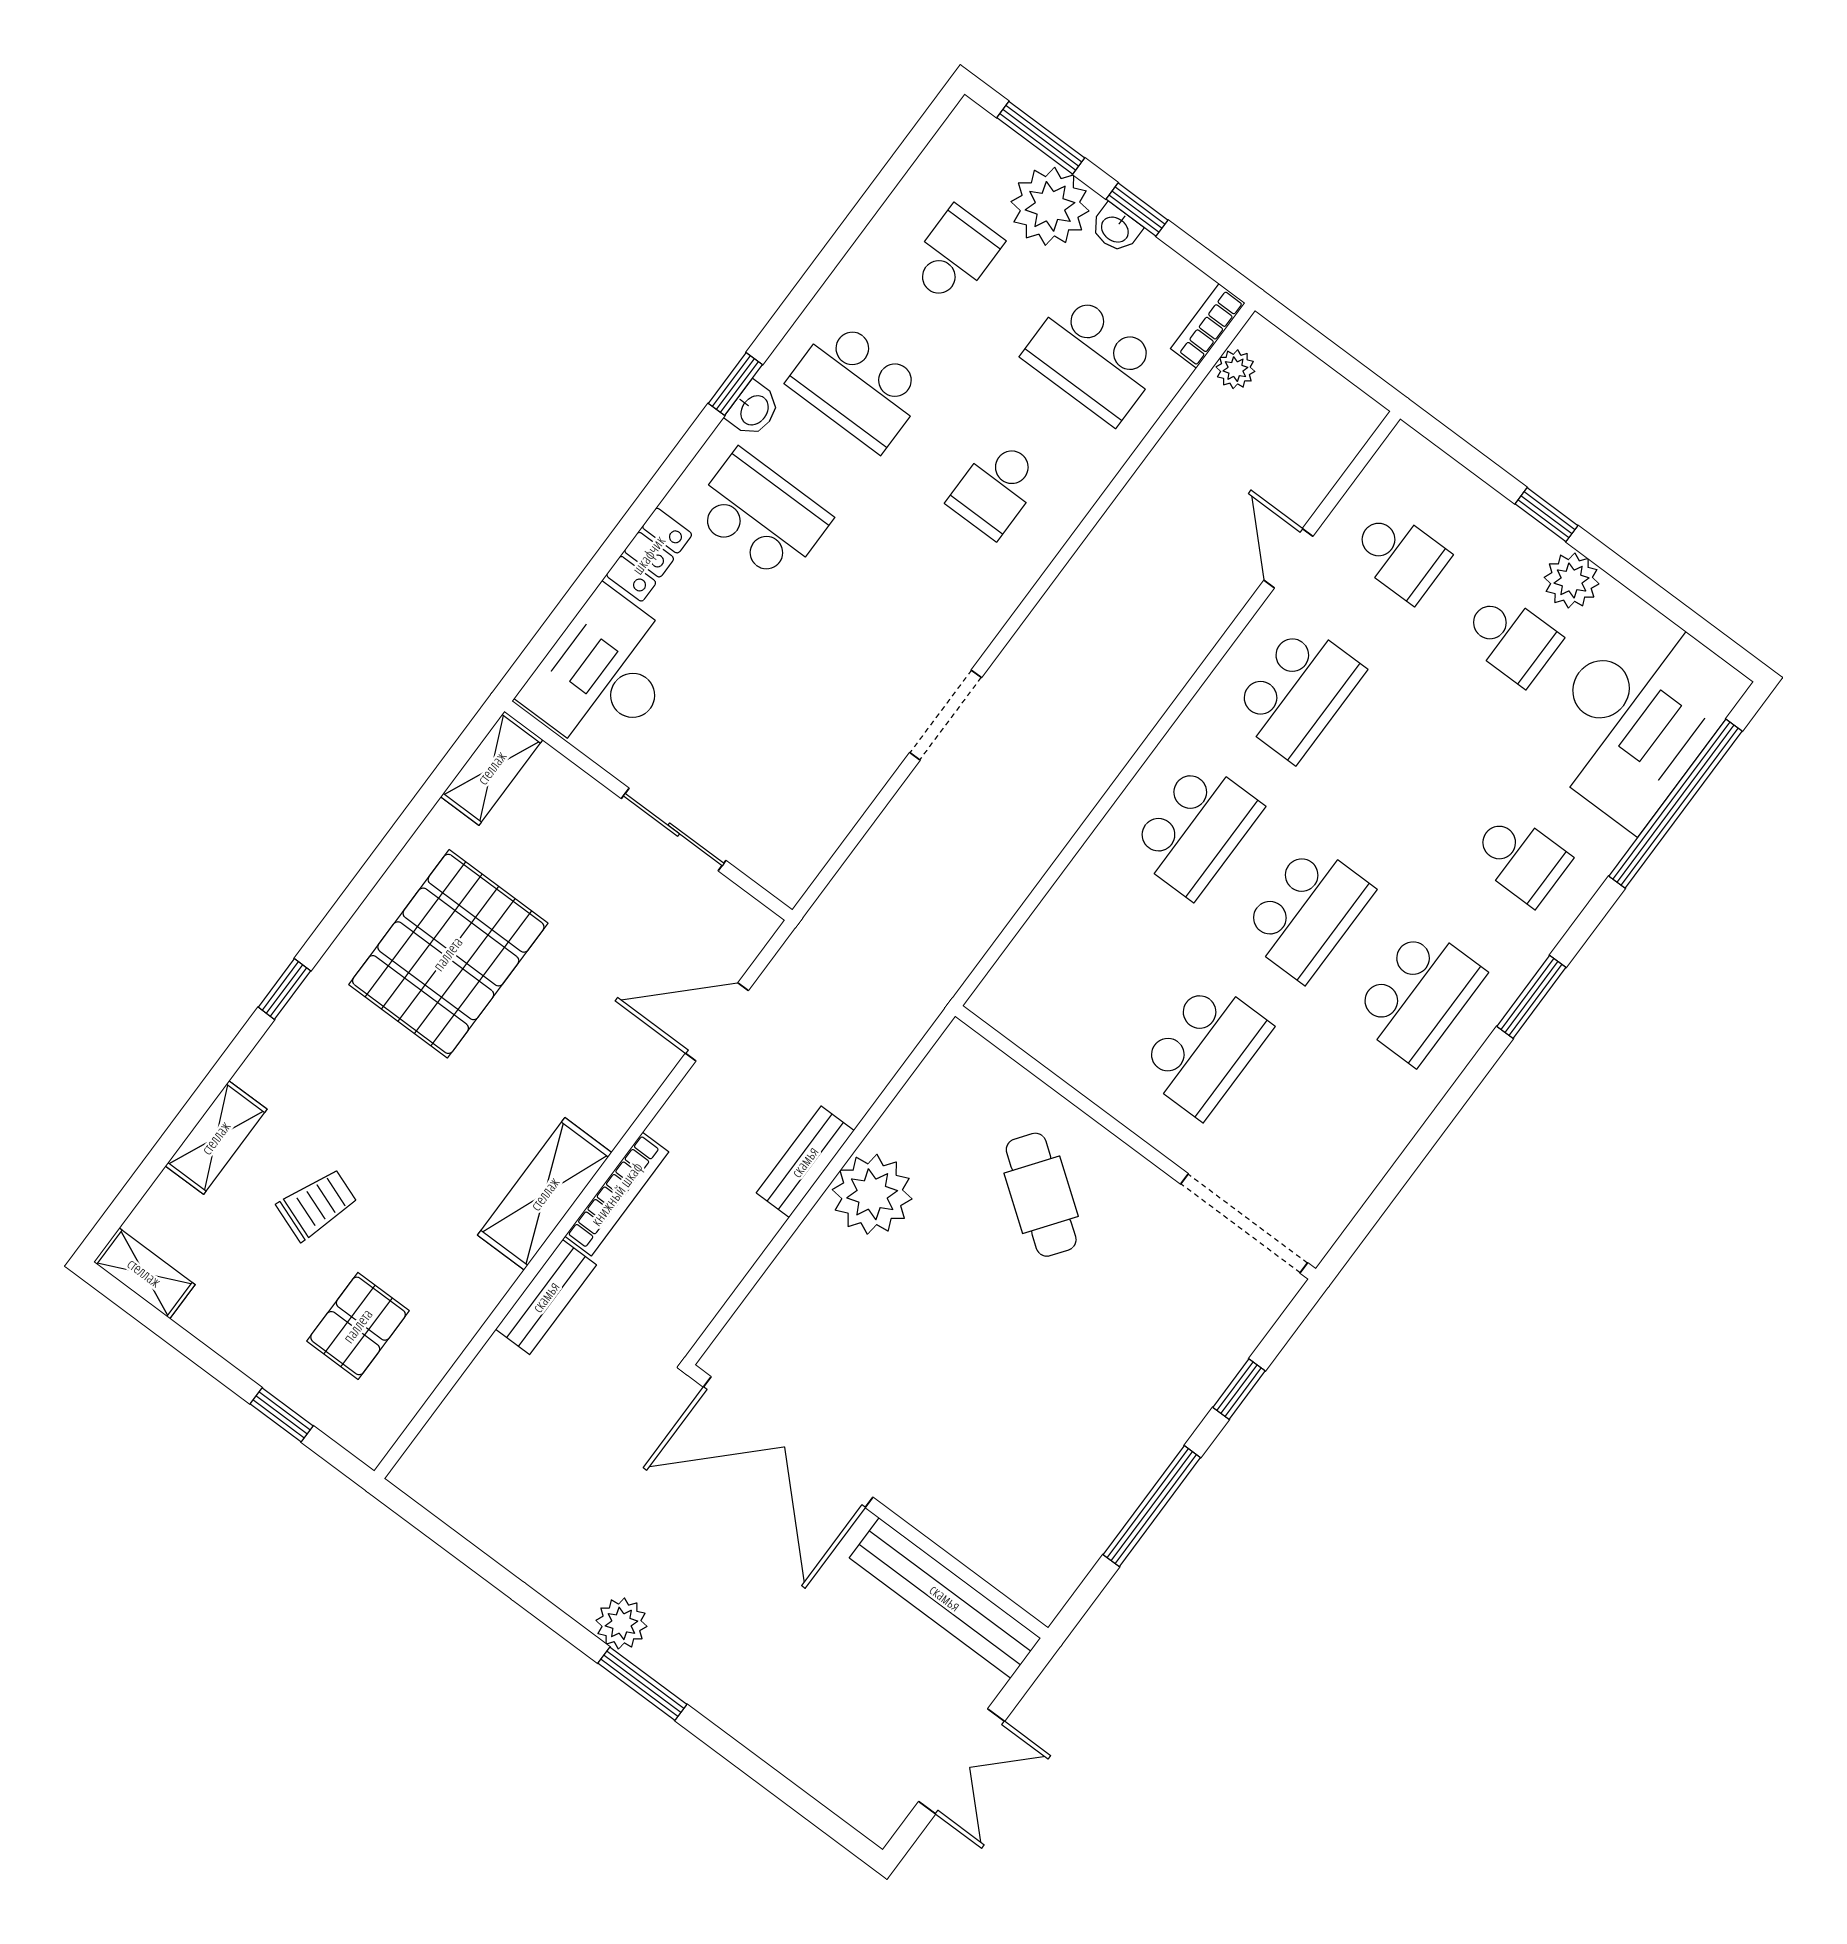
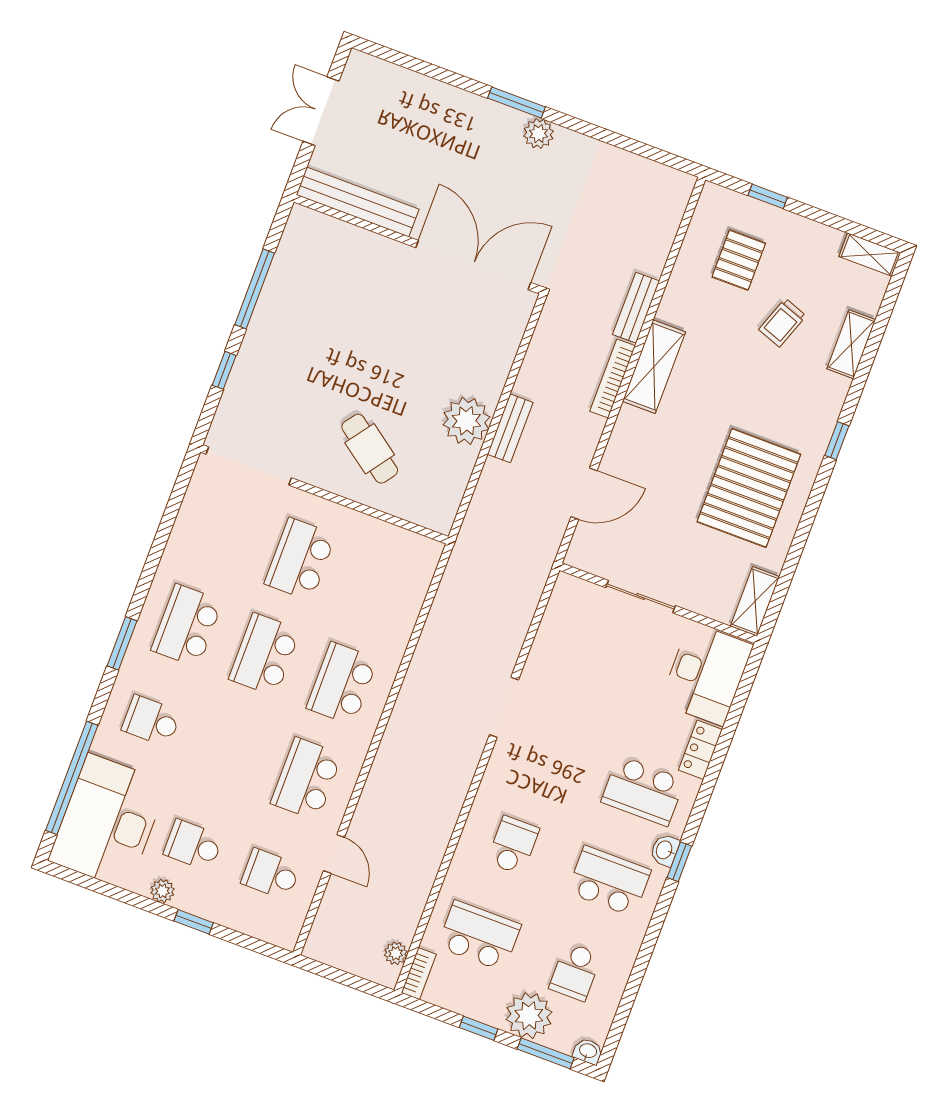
washbasin: (1116, 229) -> (588, 1051), moved
plant: (1572, 581) -> (162, 891), width x0.73, depth x0.73

